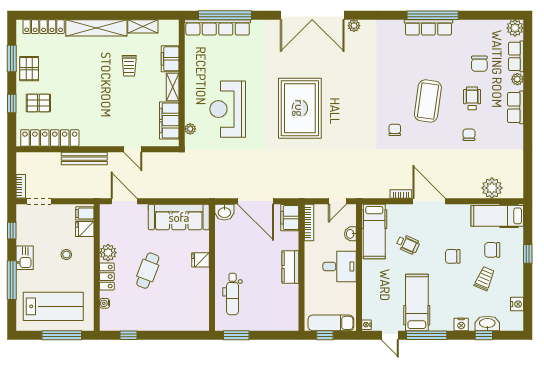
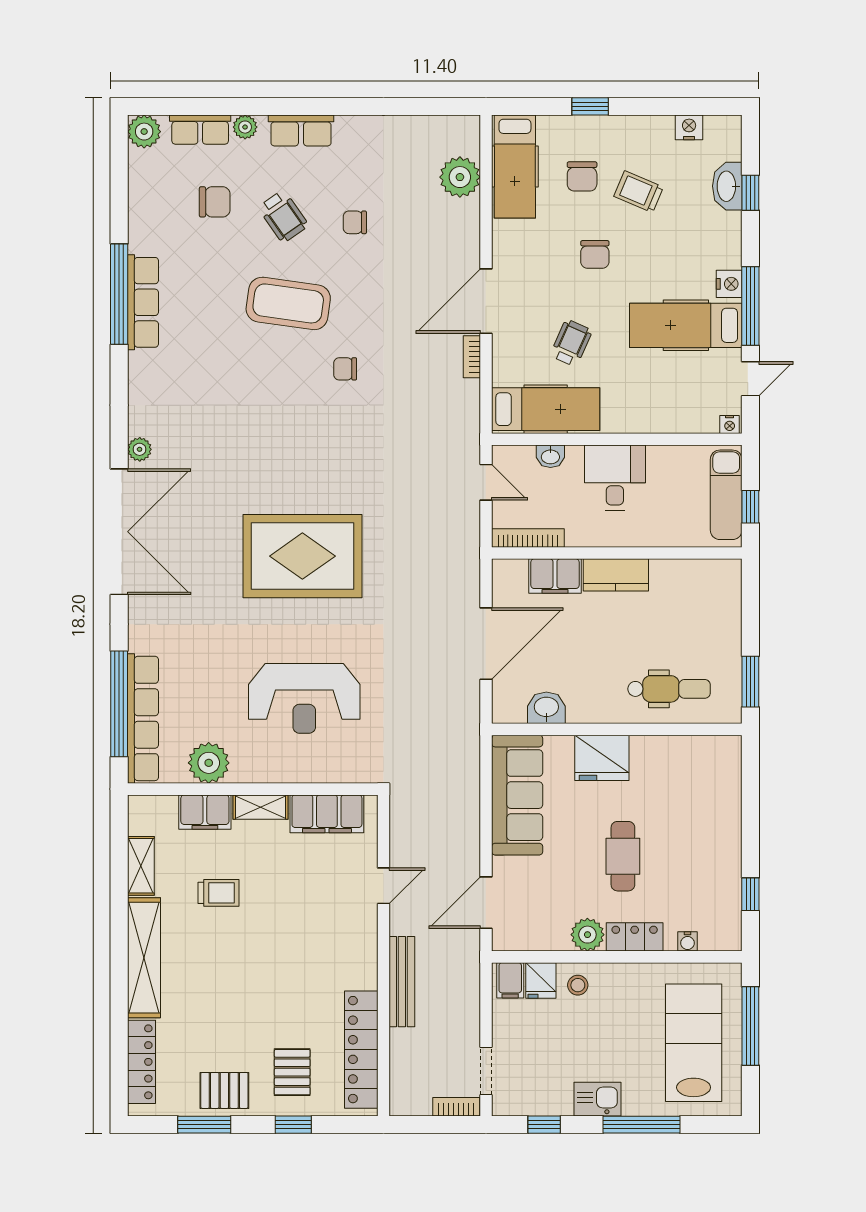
wheelchair: (472, 98) -> (283, 216), turned -125
plant: (190, 129) -> (209, 763), moved, width x1.88, depth x1.88
washbasin: (224, 212) -> (546, 708), moved, turned -90
filing cabinet: (290, 218) -> (555, 576), moved
stool: (66, 255) -> (578, 985), moved
fridge: (201, 260) -> (602, 758), width x1.88, depth x1.34
cafe table: (148, 271) -> (623, 856), turned 69
nightstand: (461, 324) -> (729, 284), moved

